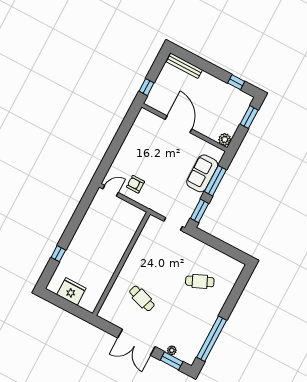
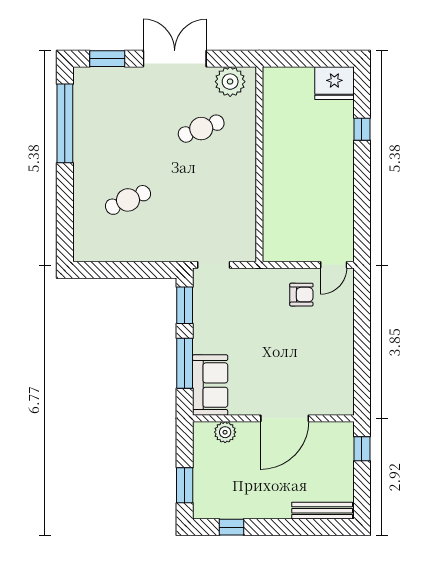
door: (178, 124) -> (285, 418), hinge flipped
plant: (225, 140) -> (225, 432), moved
sofa: (202, 173) -> (210, 385), moved
fridge: (71, 291) -> (334, 83), moved
cafe table: (142, 298) -> (201, 129), turned -39
plant: (172, 350) -> (230, 82), moved, width x1.87, depth x1.87

